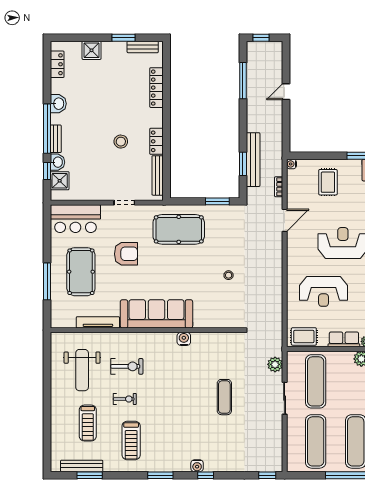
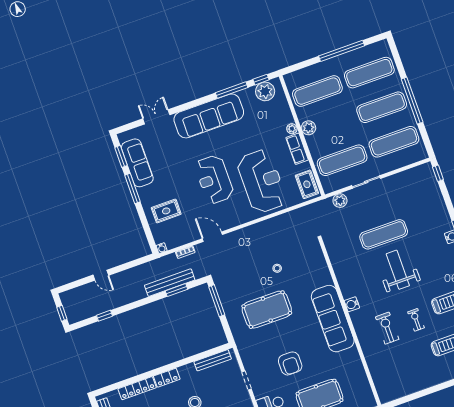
window: (243, 81) -> (104, 316), width x0.46
locker: (156, 141) -> (167, 378), moved
window: (217, 201) -> (217, 301), width x1.44
pool table: (179, 229) -> (267, 310), moved, turned 90
armchair: (126, 254) -> (290, 363), turned 180
reception desk: (324, 291) -> (262, 181), width x1.36, depth x1.30
tv unit: (98, 322) -> (358, 367), removed
water cooler: (184, 339) -> (352, 304), moved
weight bench: (82, 370) -> (398, 270), moved, turned -90
exercise mat: (224, 397) -> (384, 234), width x1.36, depth x1.45

